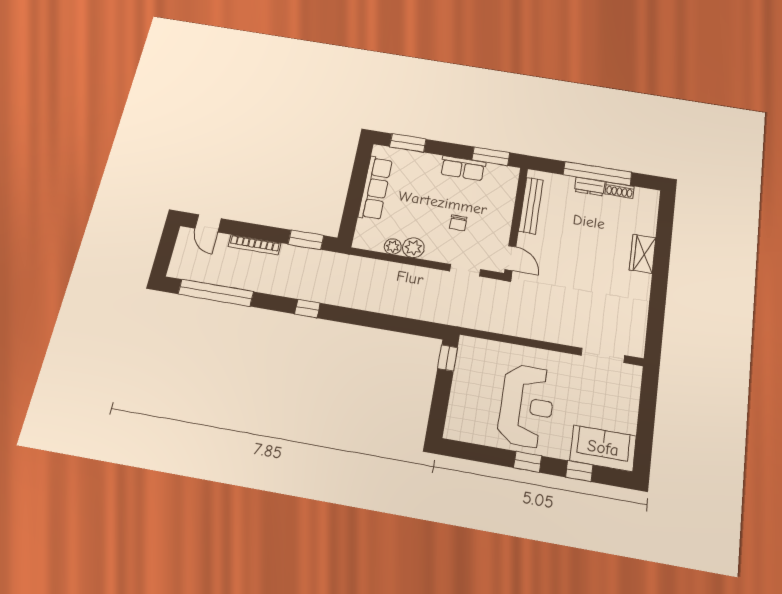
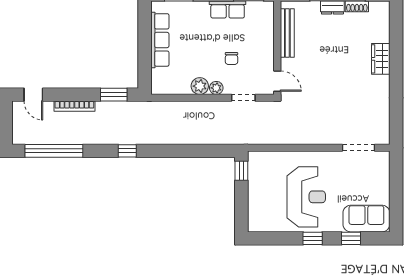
plant: (393, 246) -> (216, 88), moved

